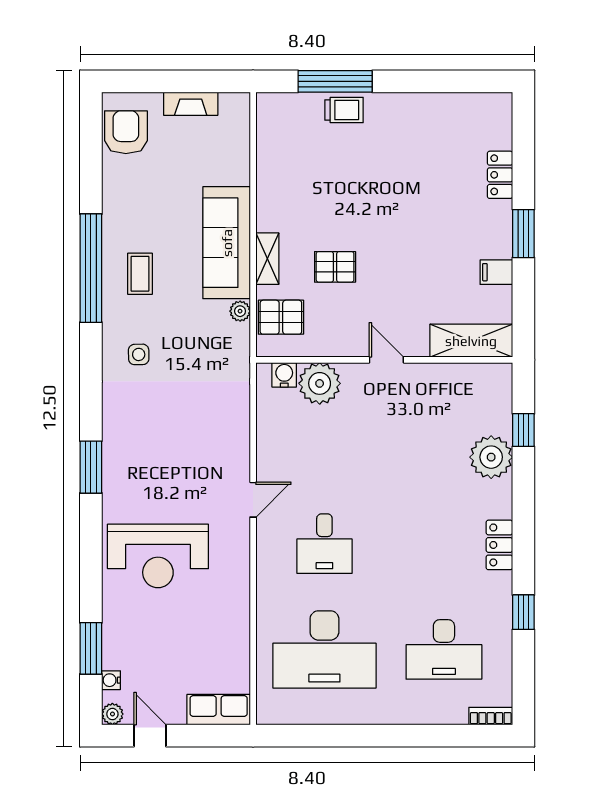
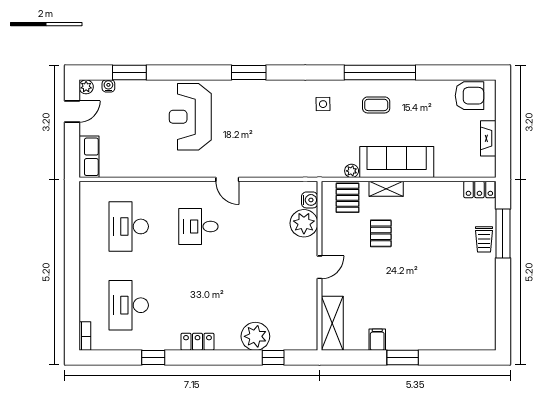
locker: (500, 175) -> (479, 190), moved, turned 180
desk: (324, 649) -> (129, 226), width x0.73, depth x0.77

